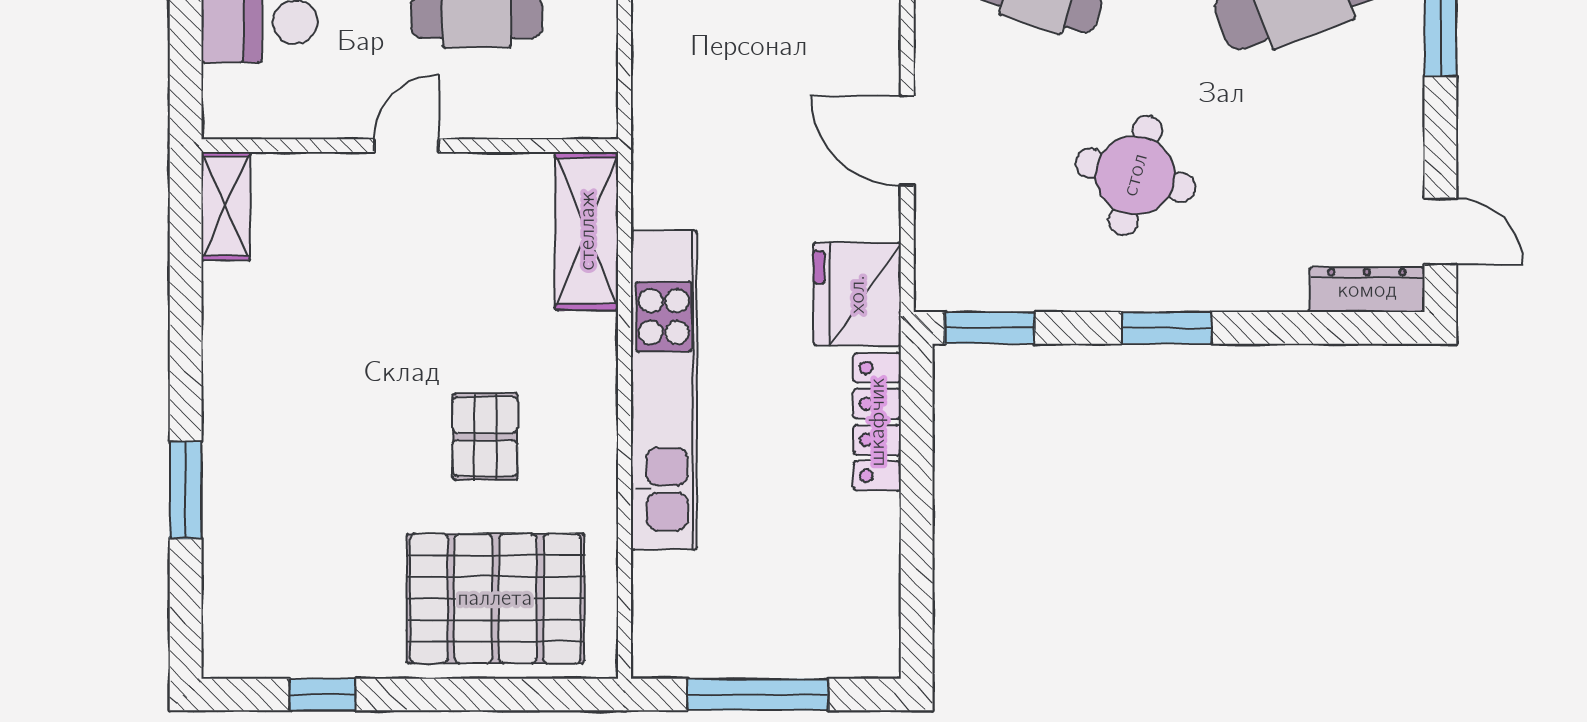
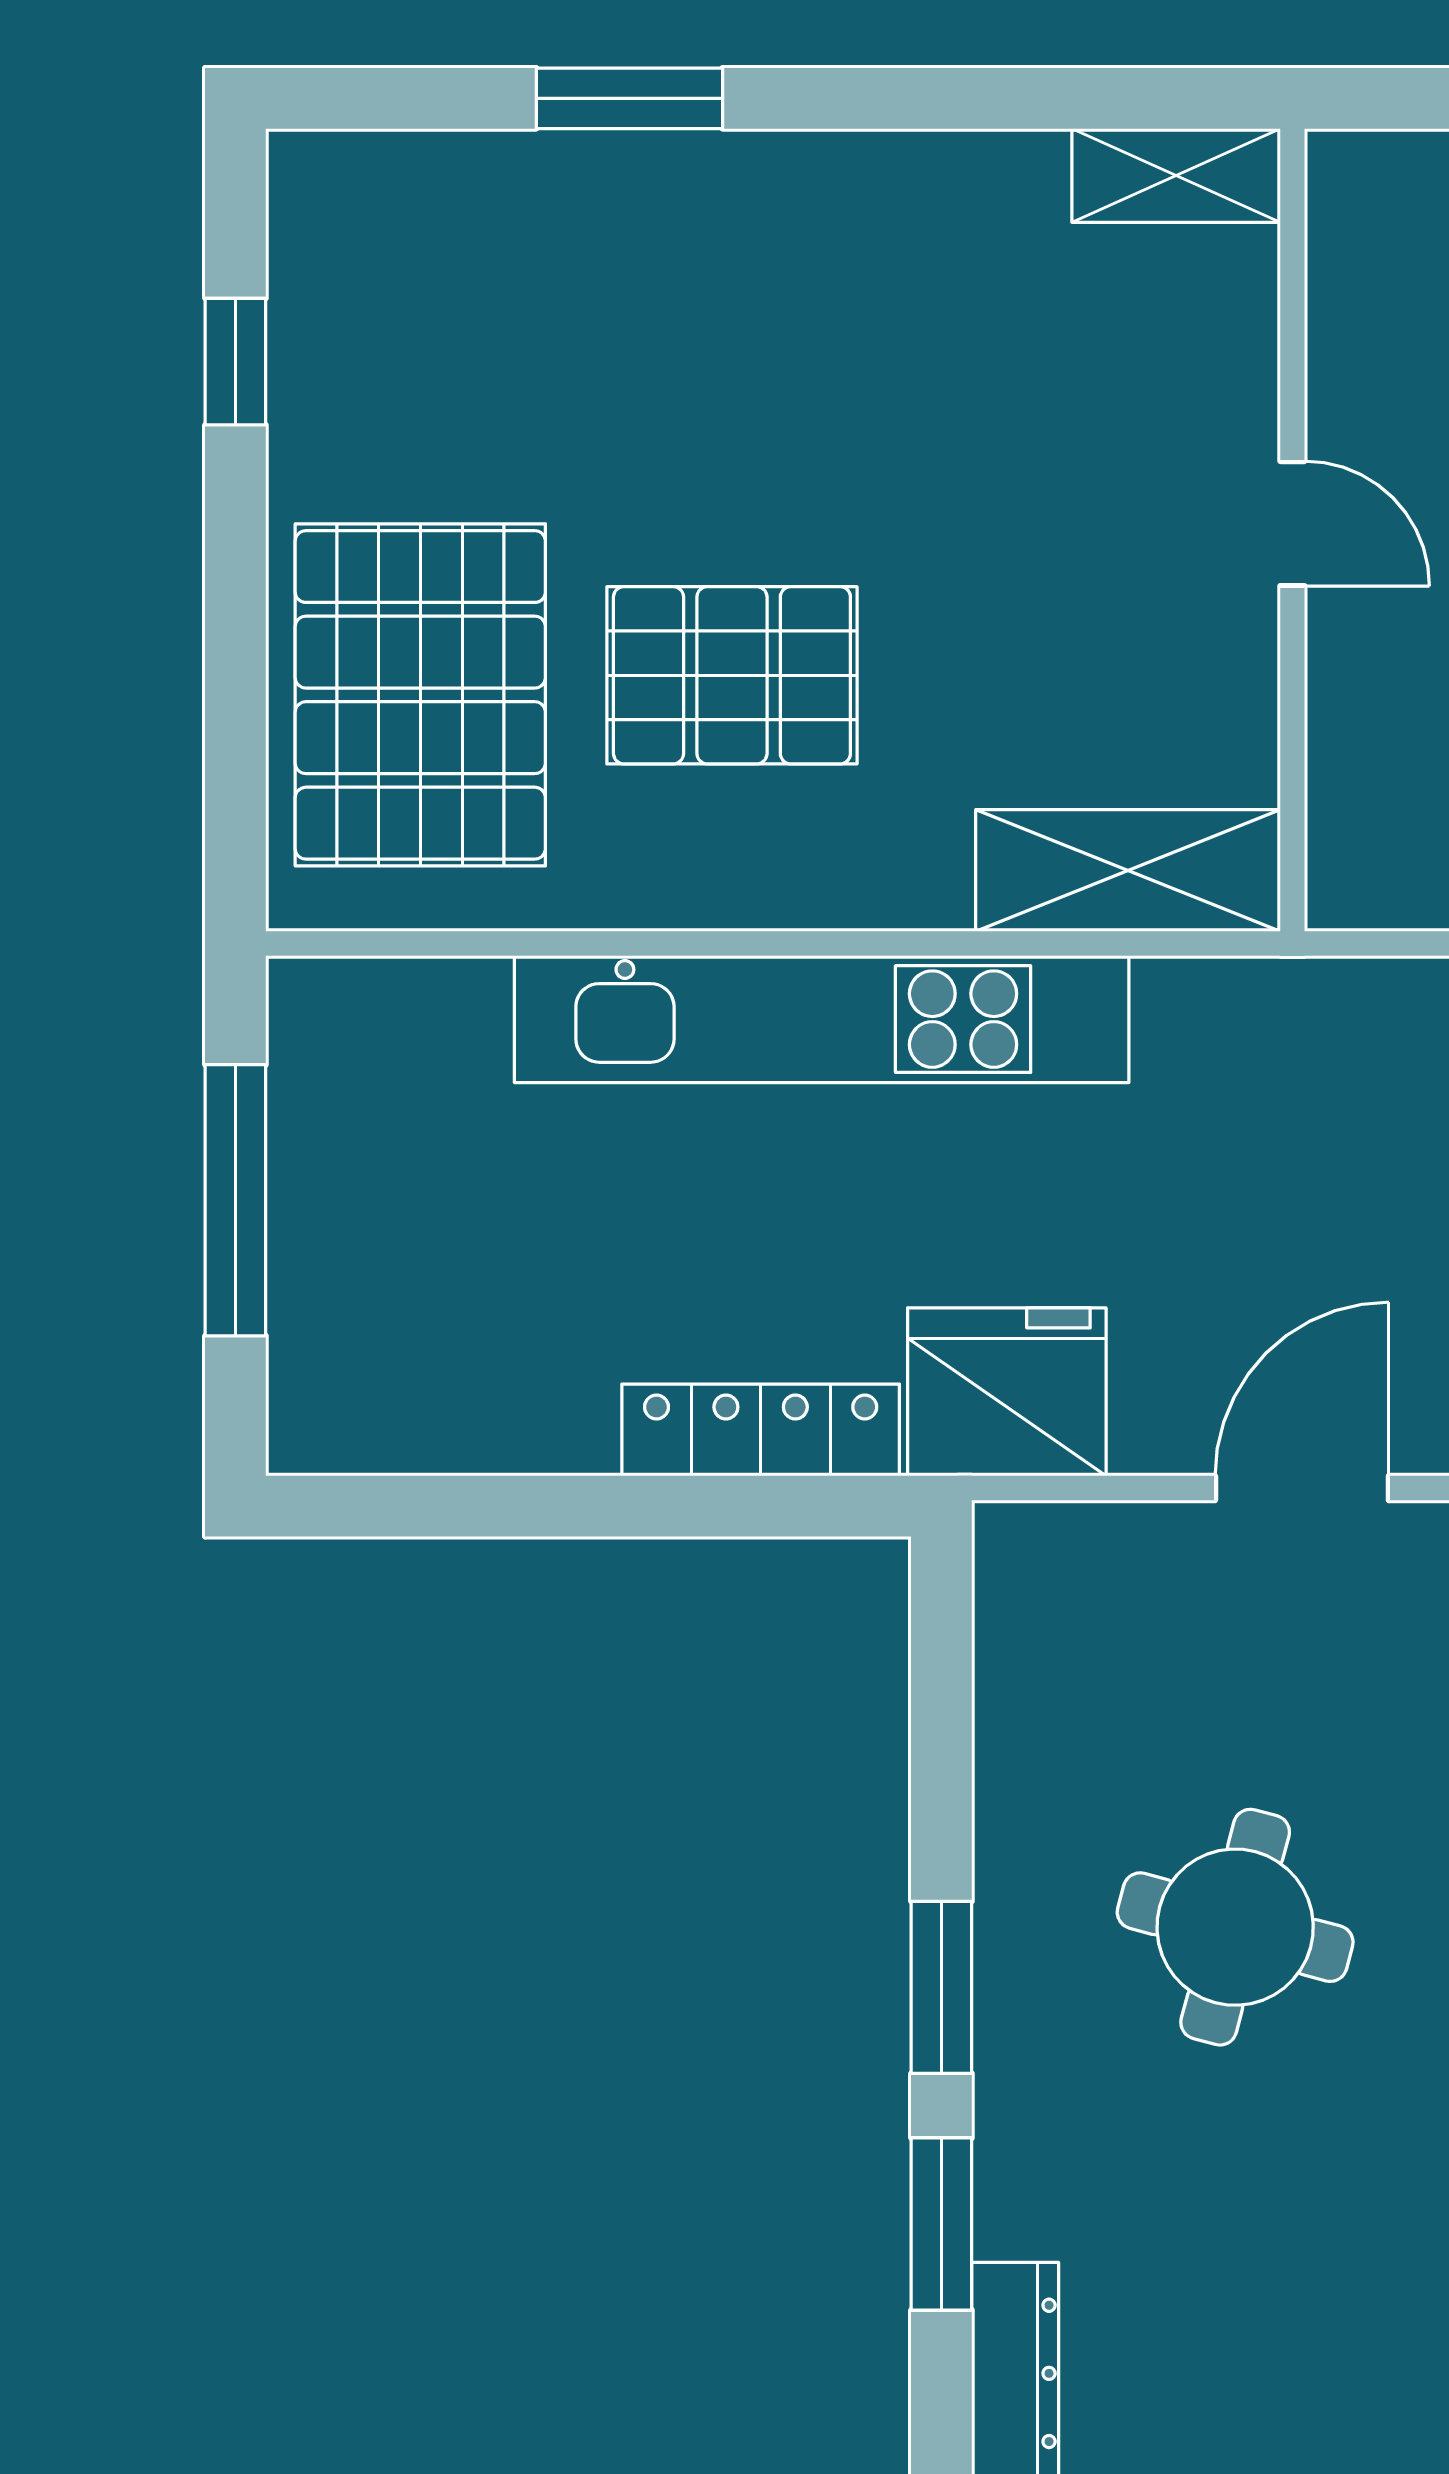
window: (990, 328) -> (941, 2224), moved
pallet: (485, 437) -> (732, 675), width x1.50, depth x1.42

